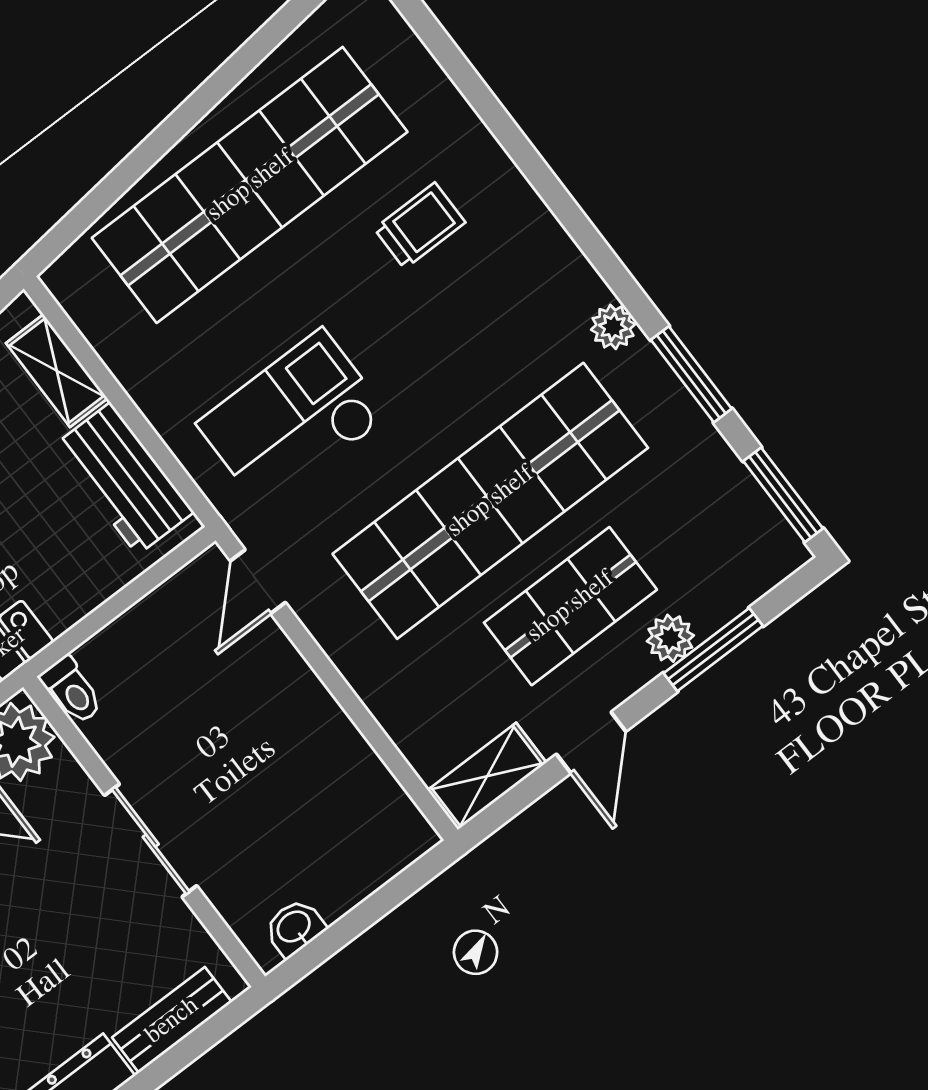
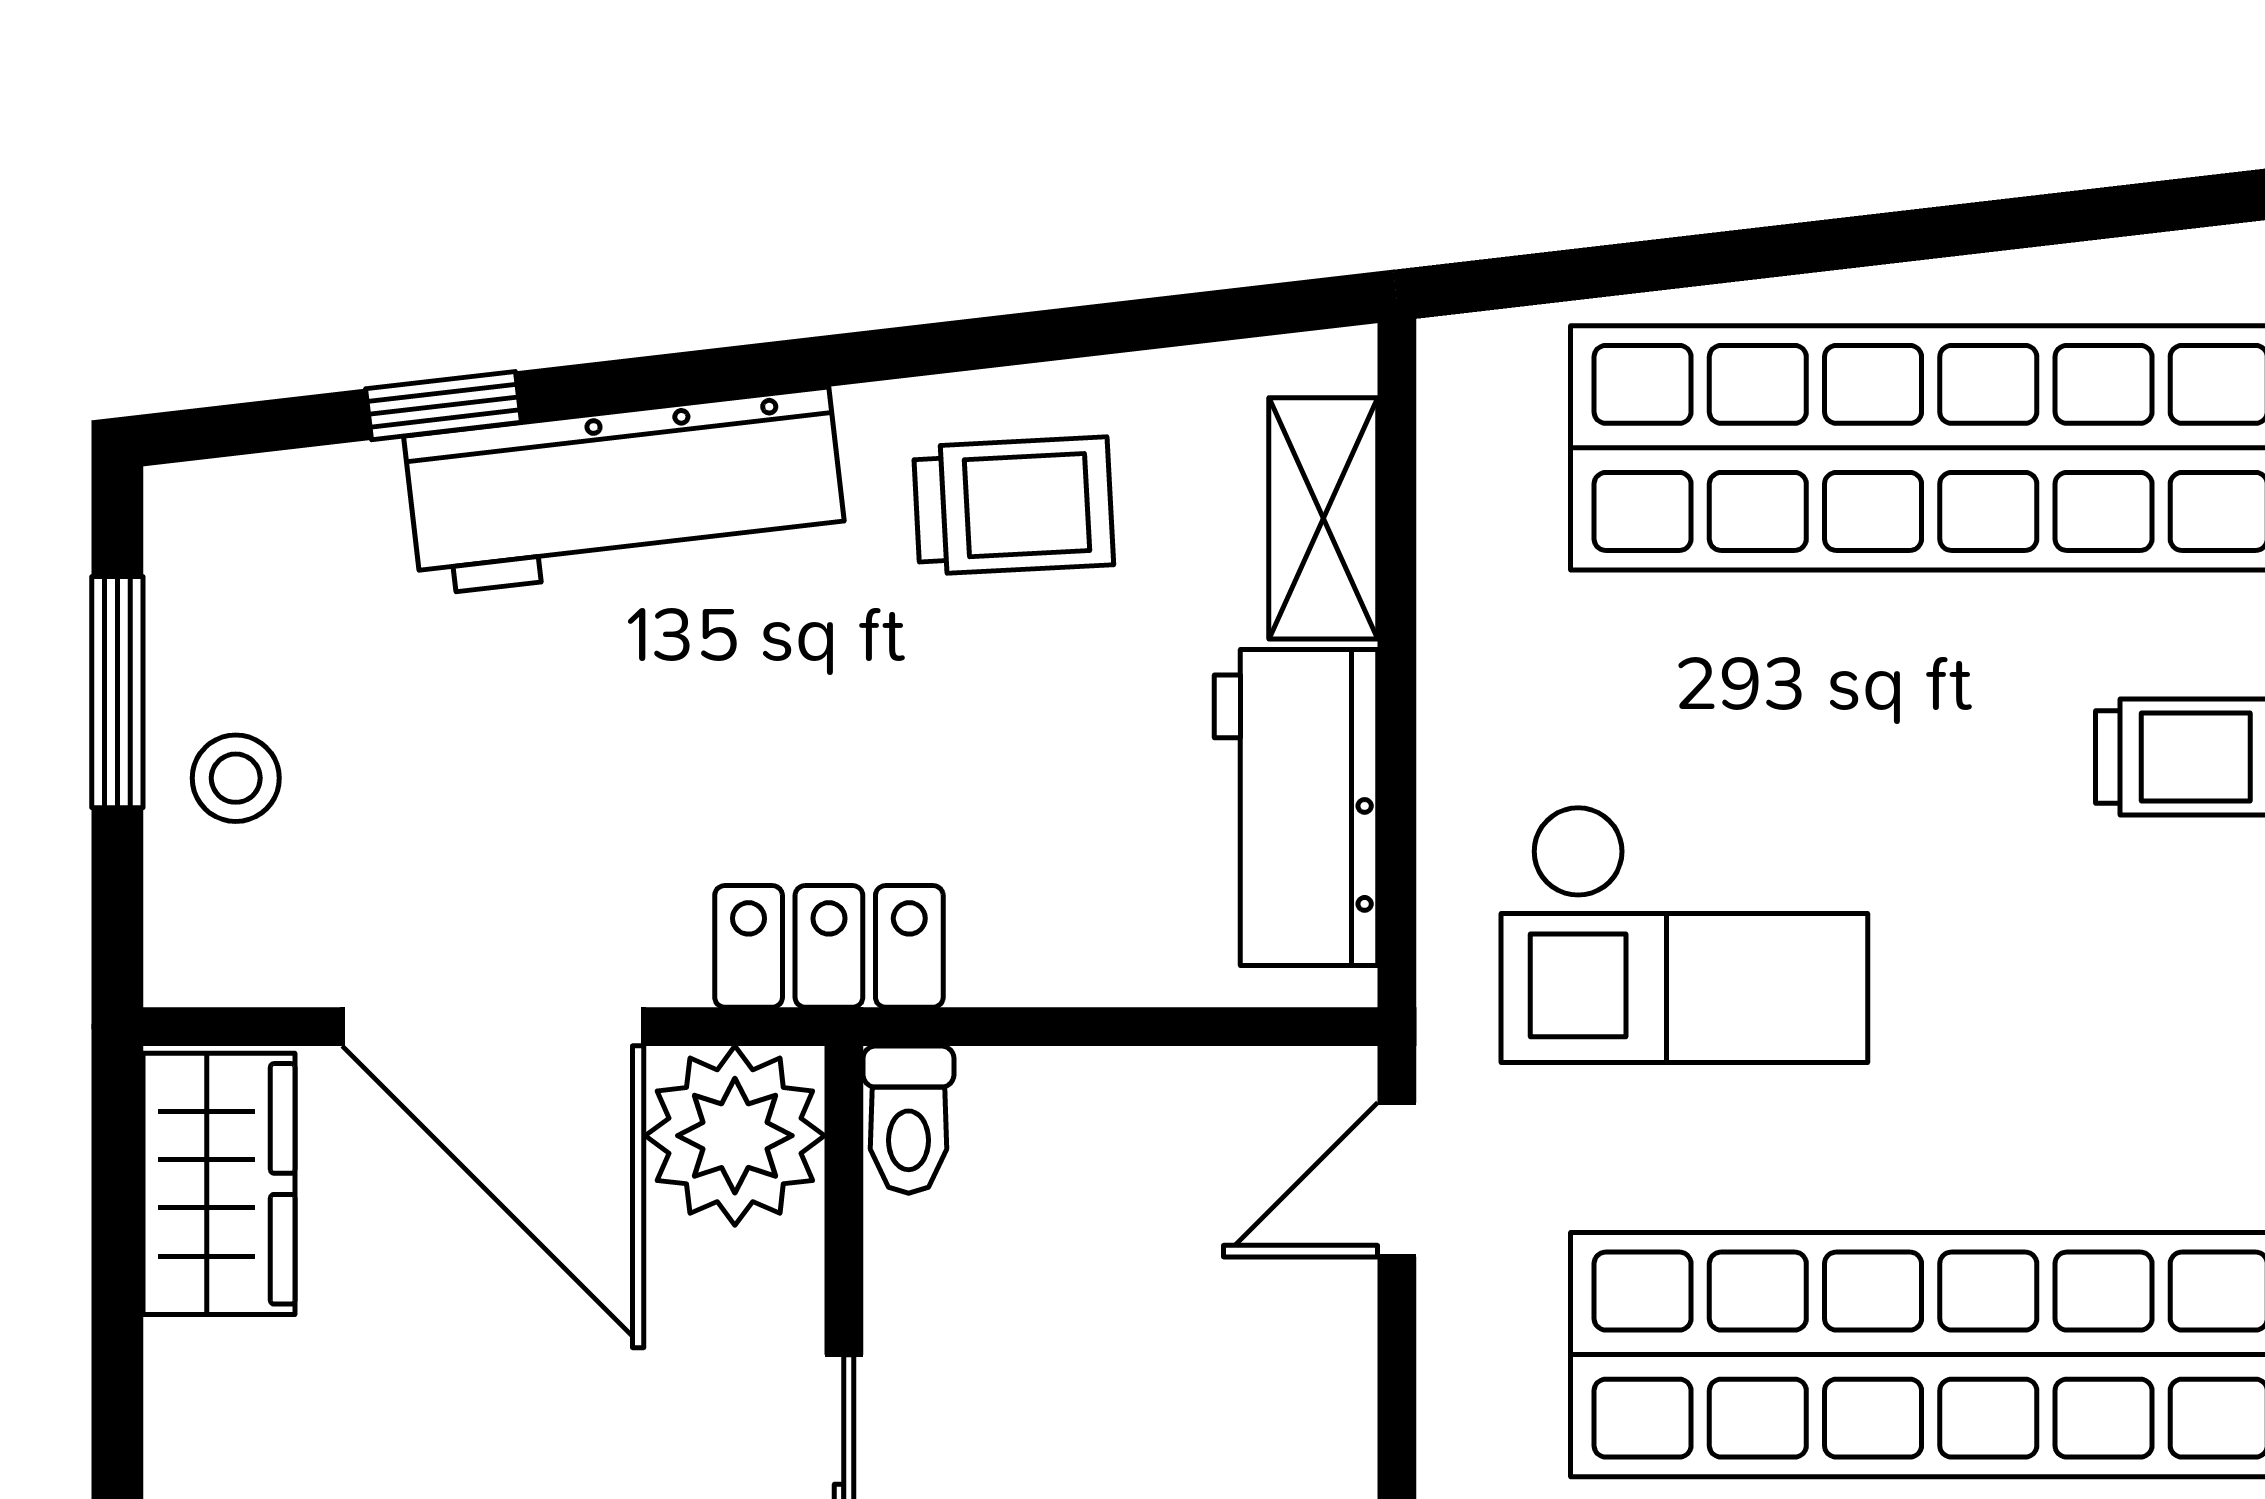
checkout: (293, 420) -> (1684, 934), turned 180

